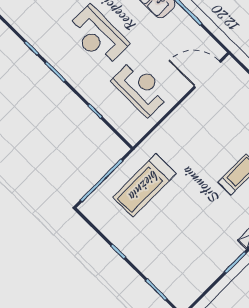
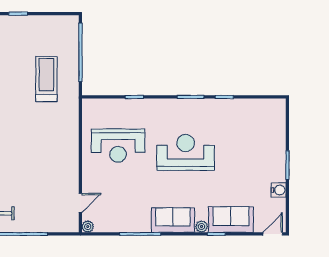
plant: (219, 52) -> (88, 227), added
door: (207, 74) -> (80, 203), width x0.53
treadmill: (144, 185) -> (46, 79), width x0.73, depth x0.73

